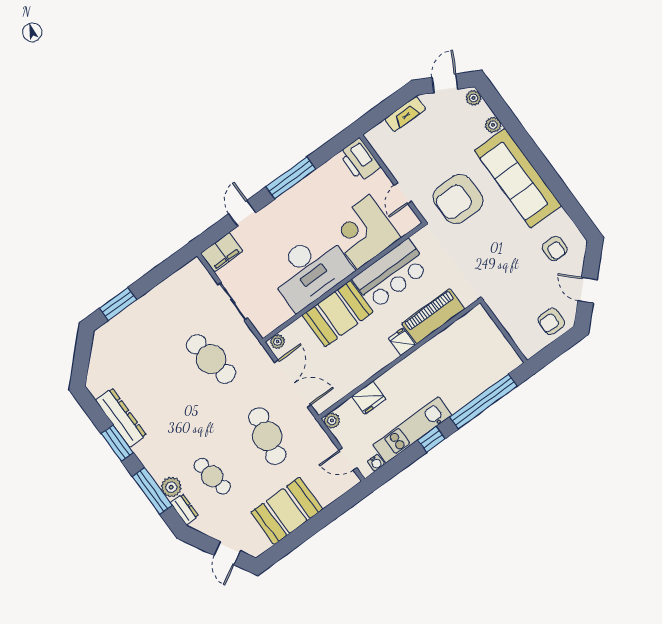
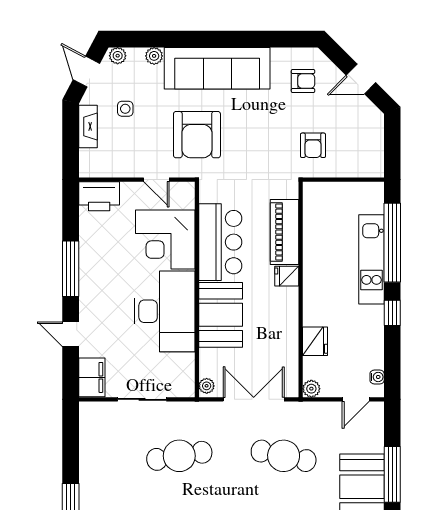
side table: (438, 132) -> (125, 109), added
armchair: (551, 321) -> (313, 145), moved
kitchen unit: (412, 430) -> (371, 259), moved
window: (312, 526) -> (392, 474), added

